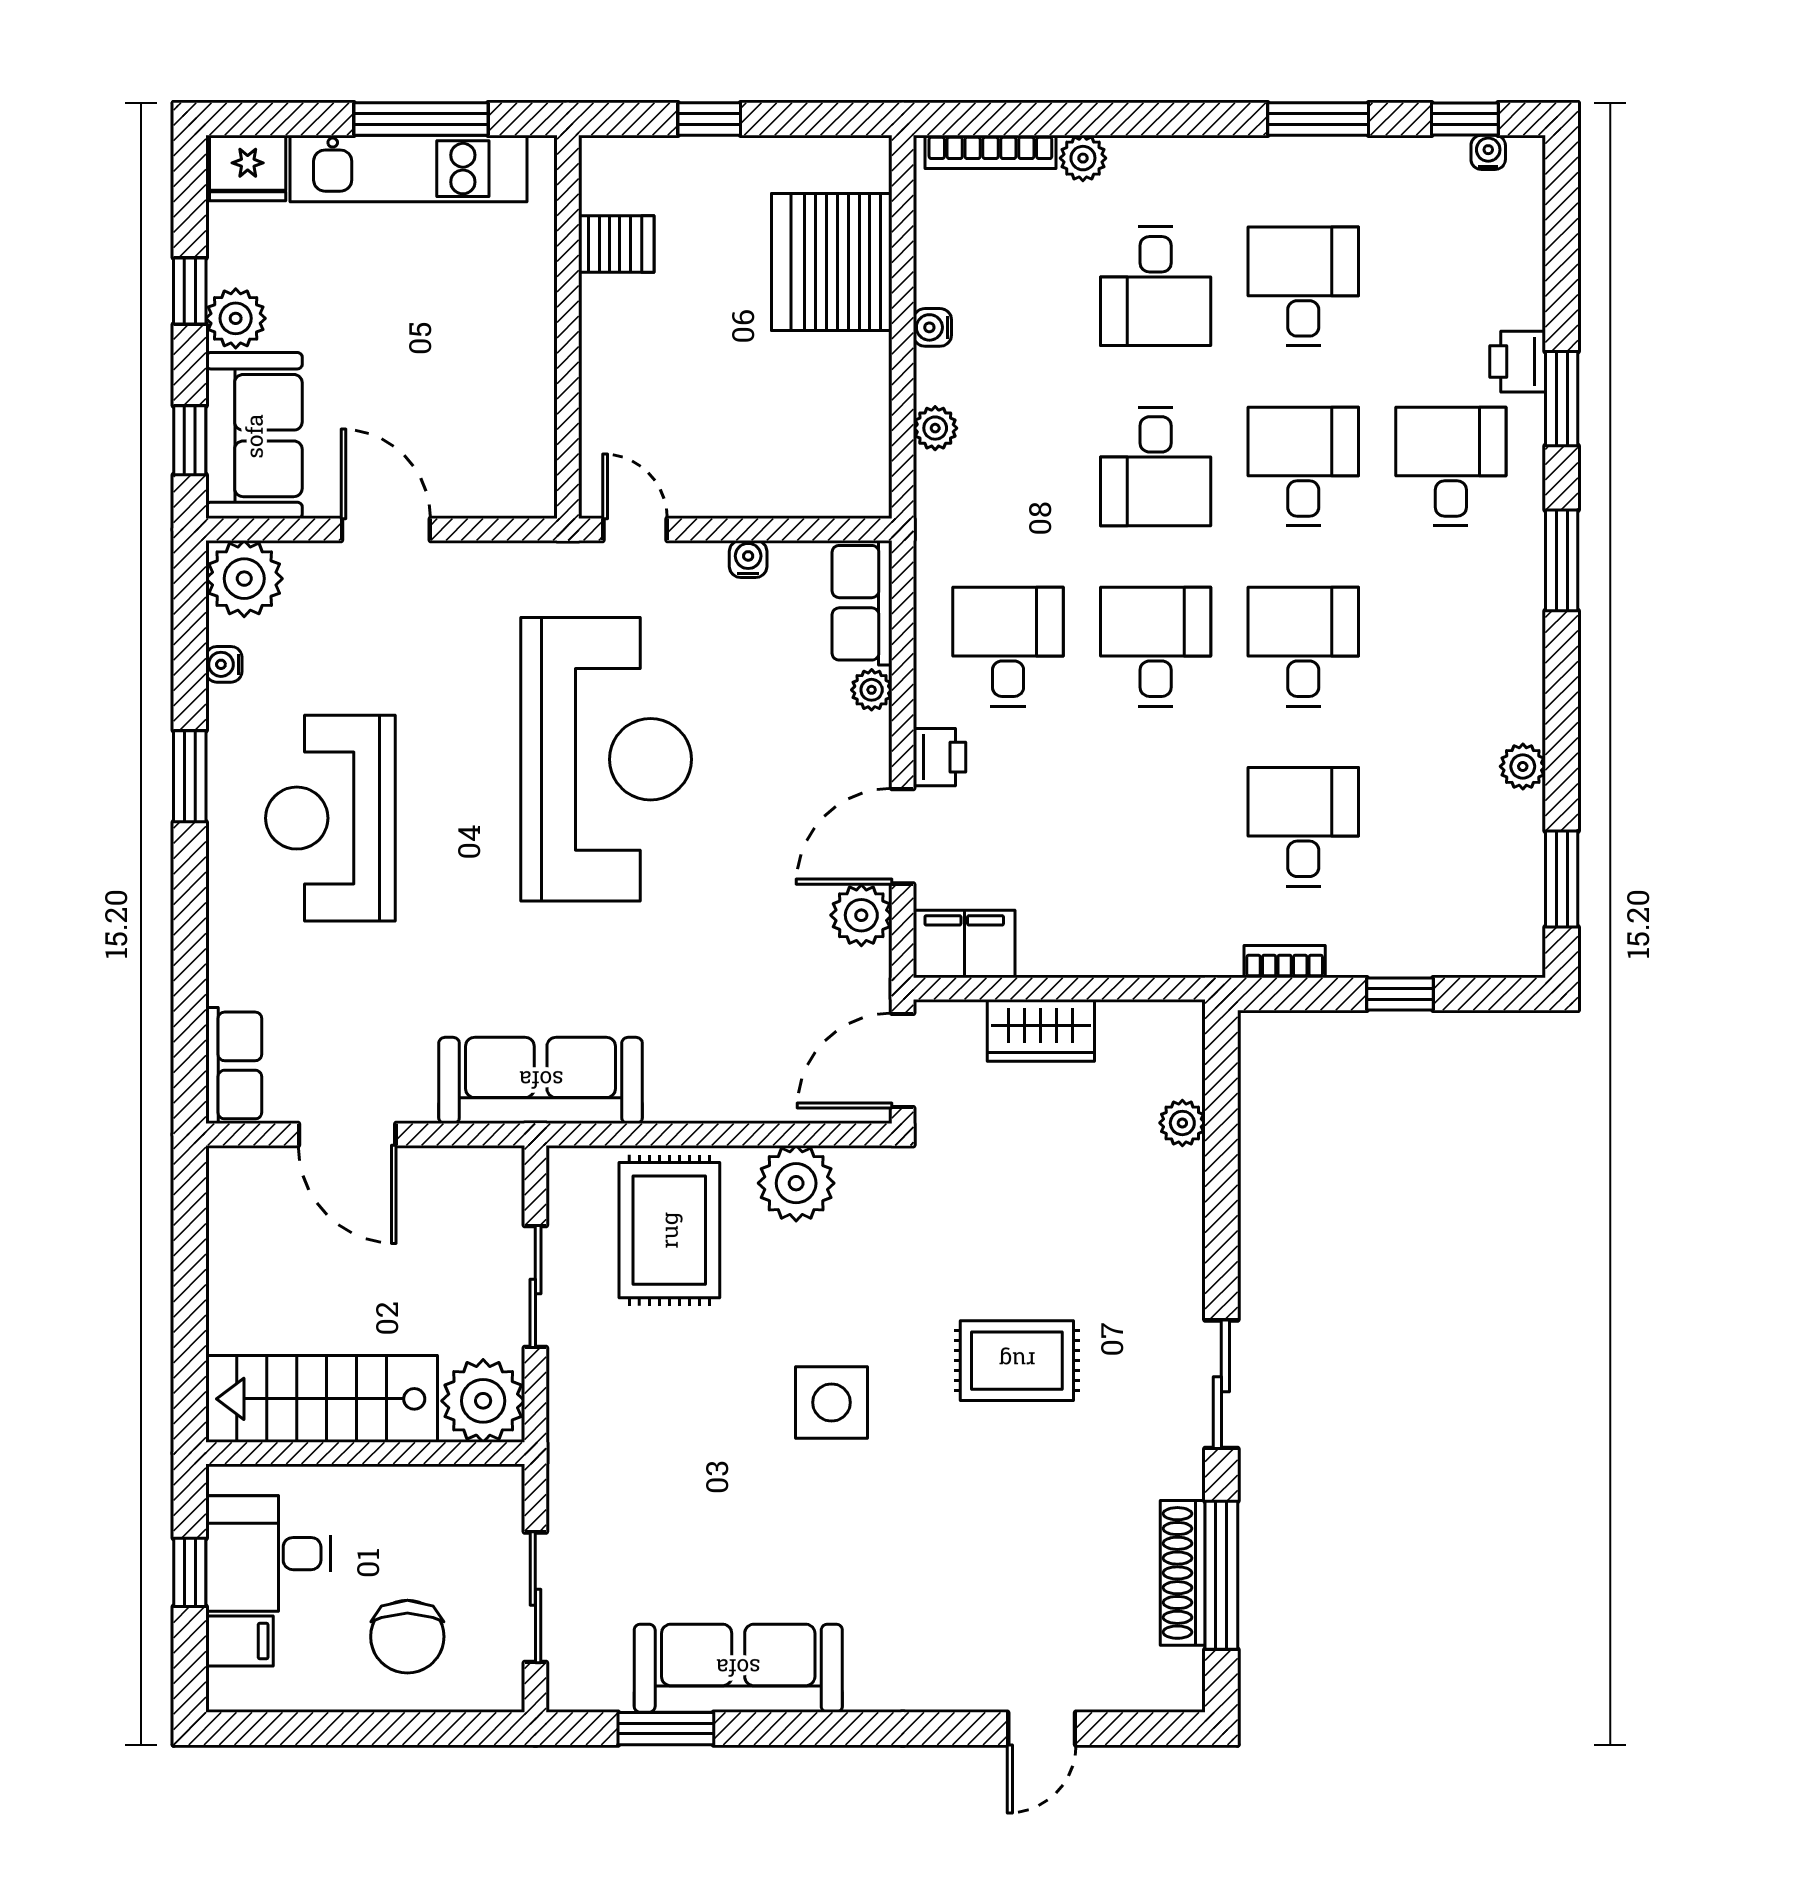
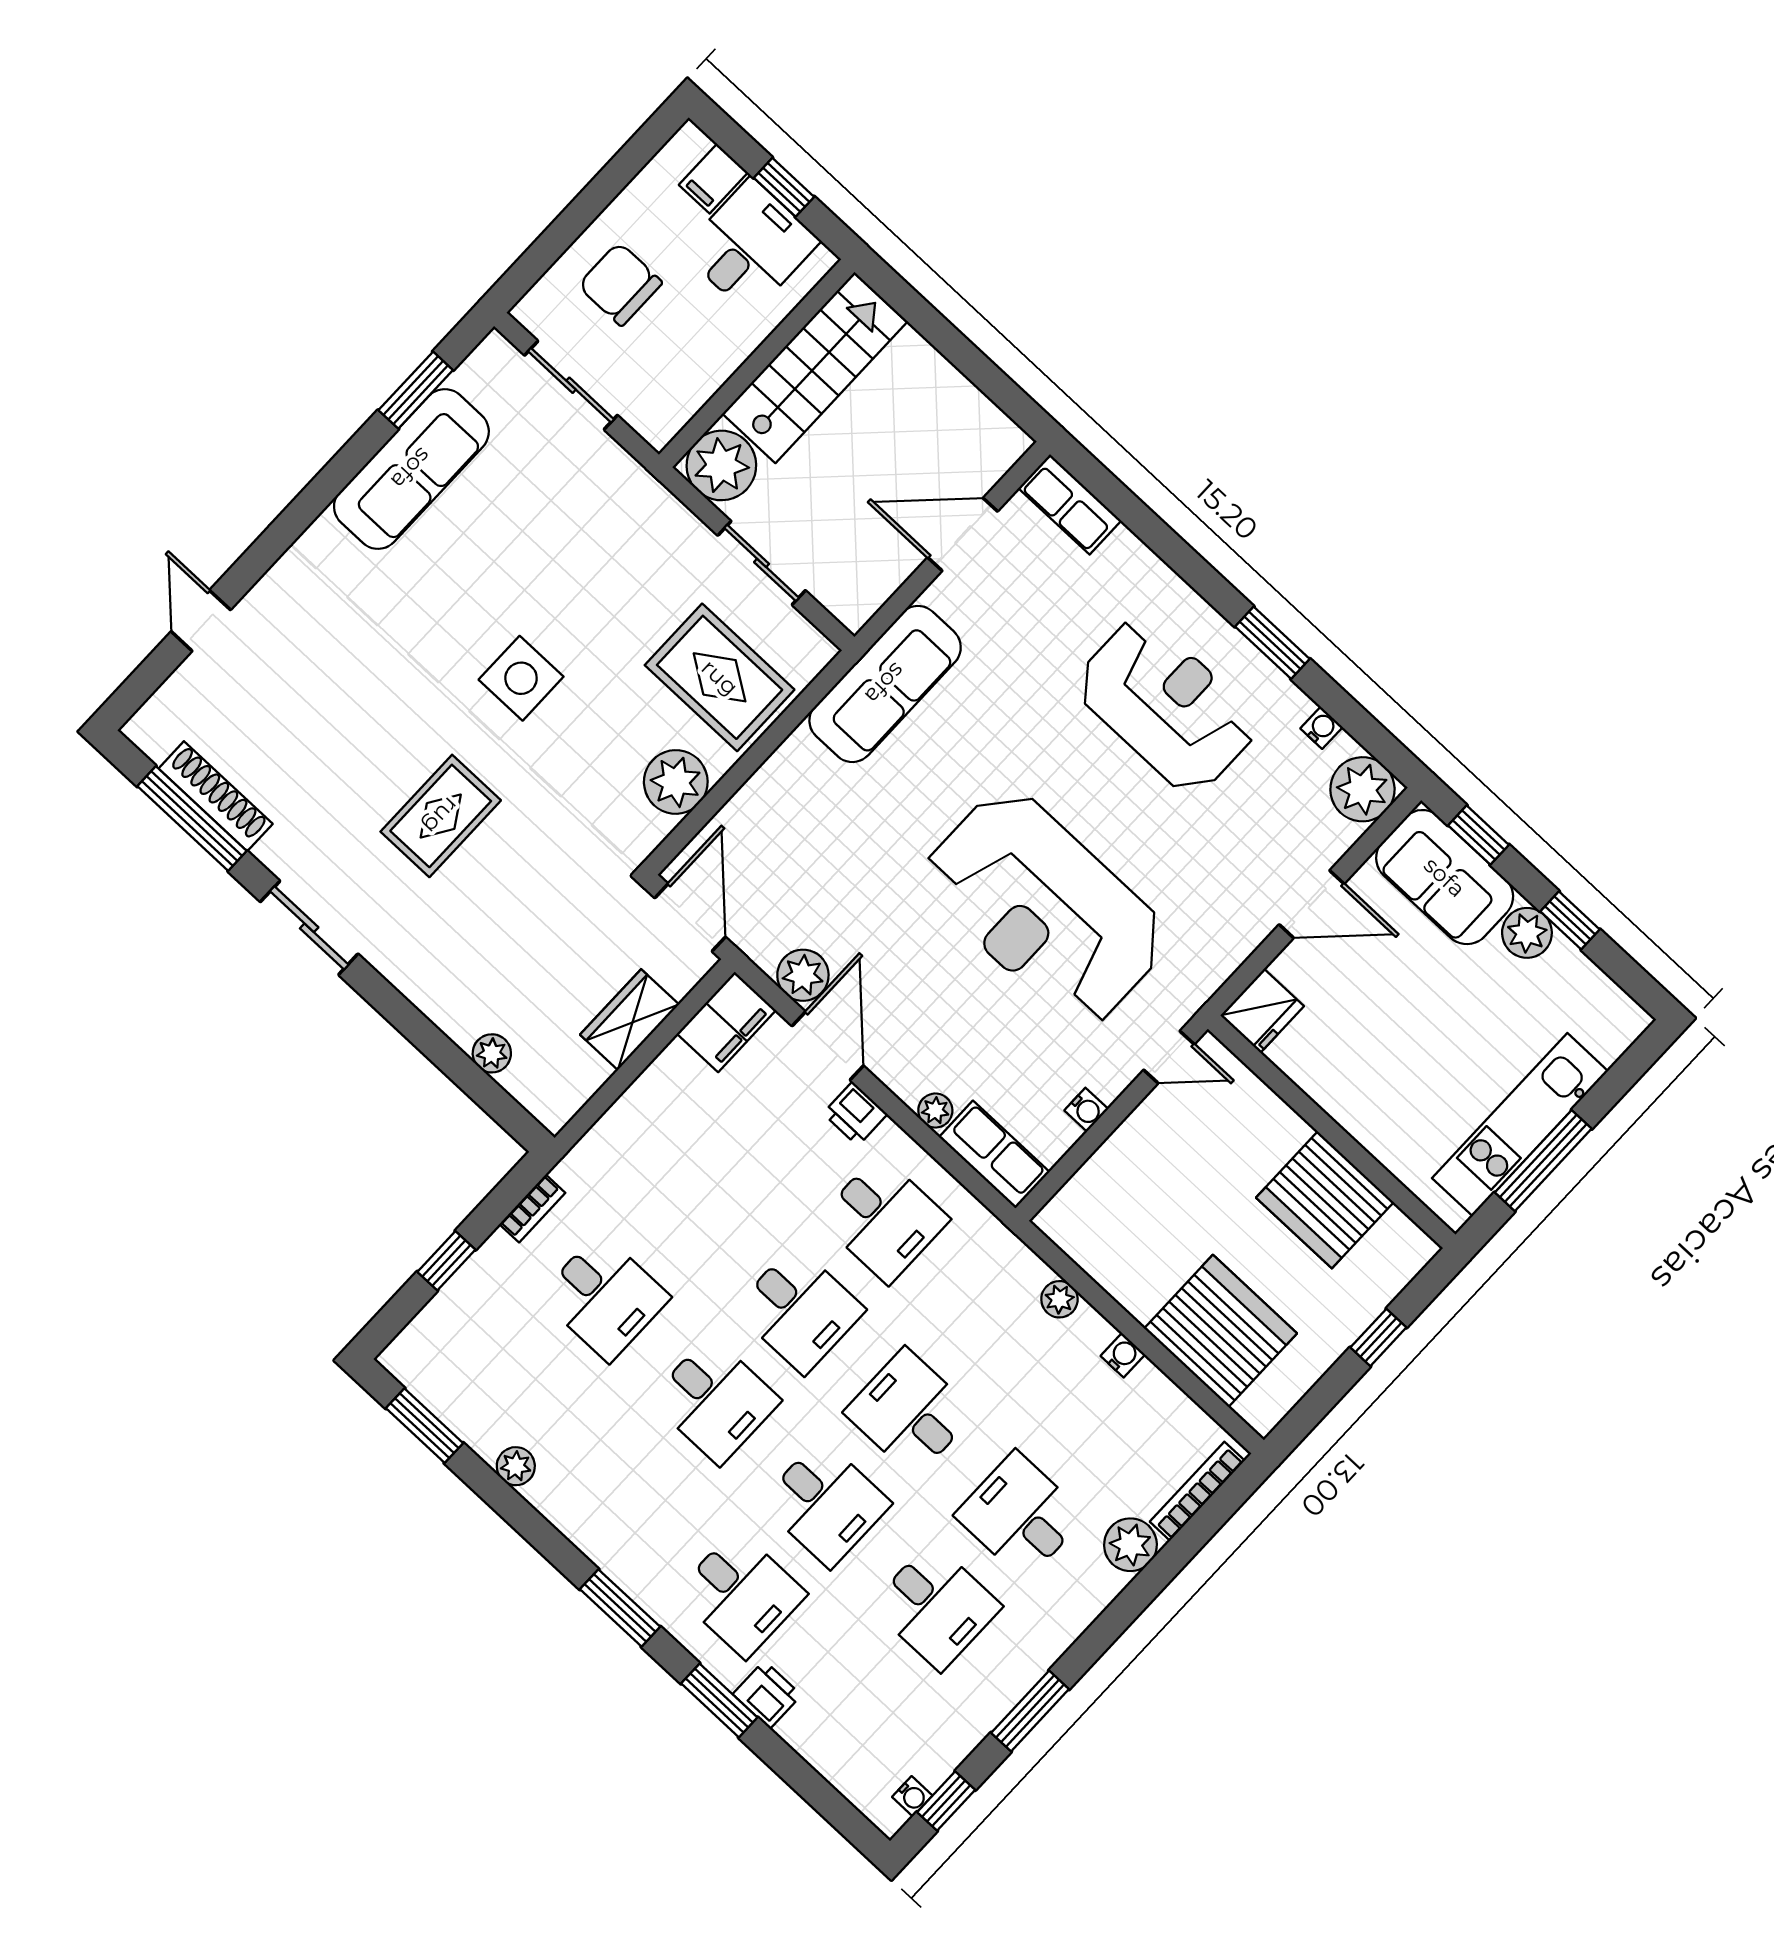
plant: (1083, 158) -> (1130, 1545), width x1.38, depth x1.38
fridge: (248, 168) -> (1262, 1011), moved, turned 180
server rack: (616, 244) -> (1325, 1200), width x2.18, depth x1.44

